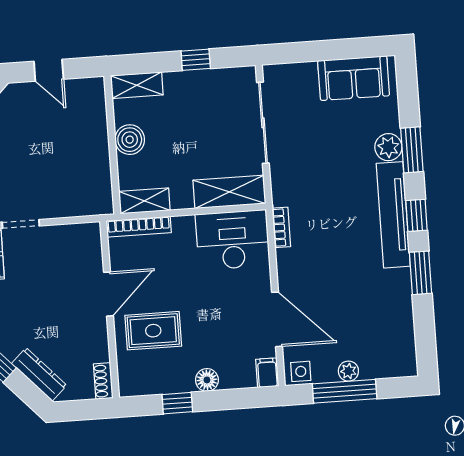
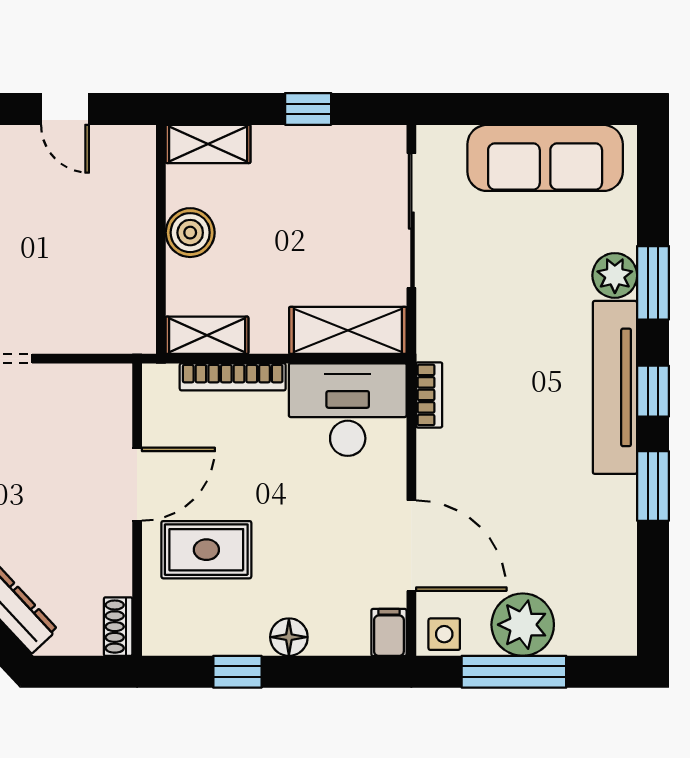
sofa: (354, 78) -> (545, 158), width x1.36
bookcase: (139, 227) -> (233, 377), moved
plant: (348, 371) -> (523, 625), width x1.88, depth x1.88

